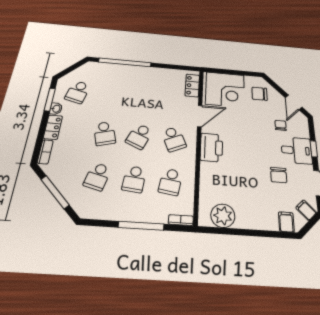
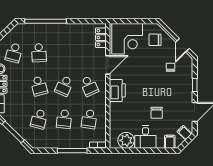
school desk: (111, 95) -> (39, 53), added
desk: (297, 150) -> (145, 137), moved, turned 90
chair: (279, 175) -> (157, 113), moved

